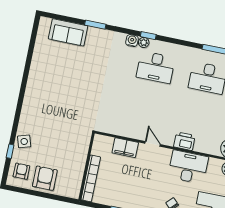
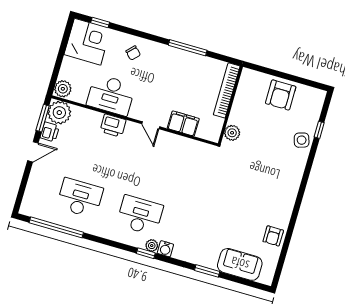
plant: (83, 143) -> (232, 133), added
armchair: (21, 171) -> (273, 236), moved

